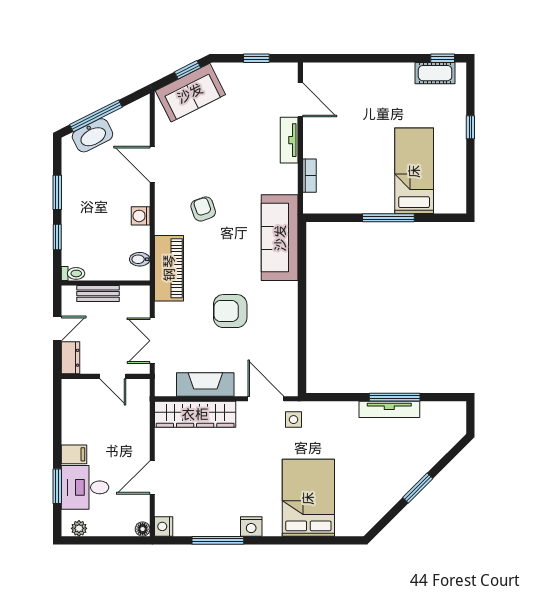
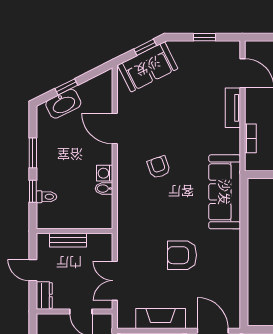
window: (96, 116) -> (66, 87), width x0.46
bidet: (140, 259) -> (104, 189), moved
piano: (169, 268) -> (129, 218), removed
toilet: (73, 273) -> (46, 197), moved
door: (57, 328) -> (33, 270), swing flipped

